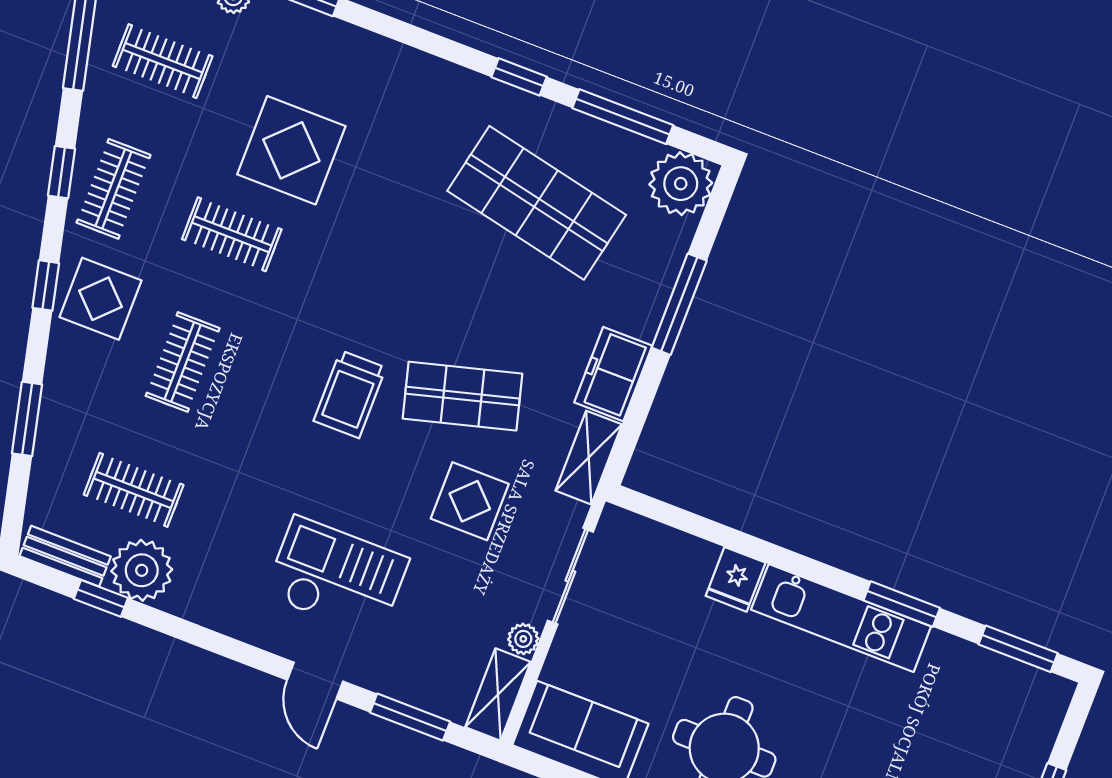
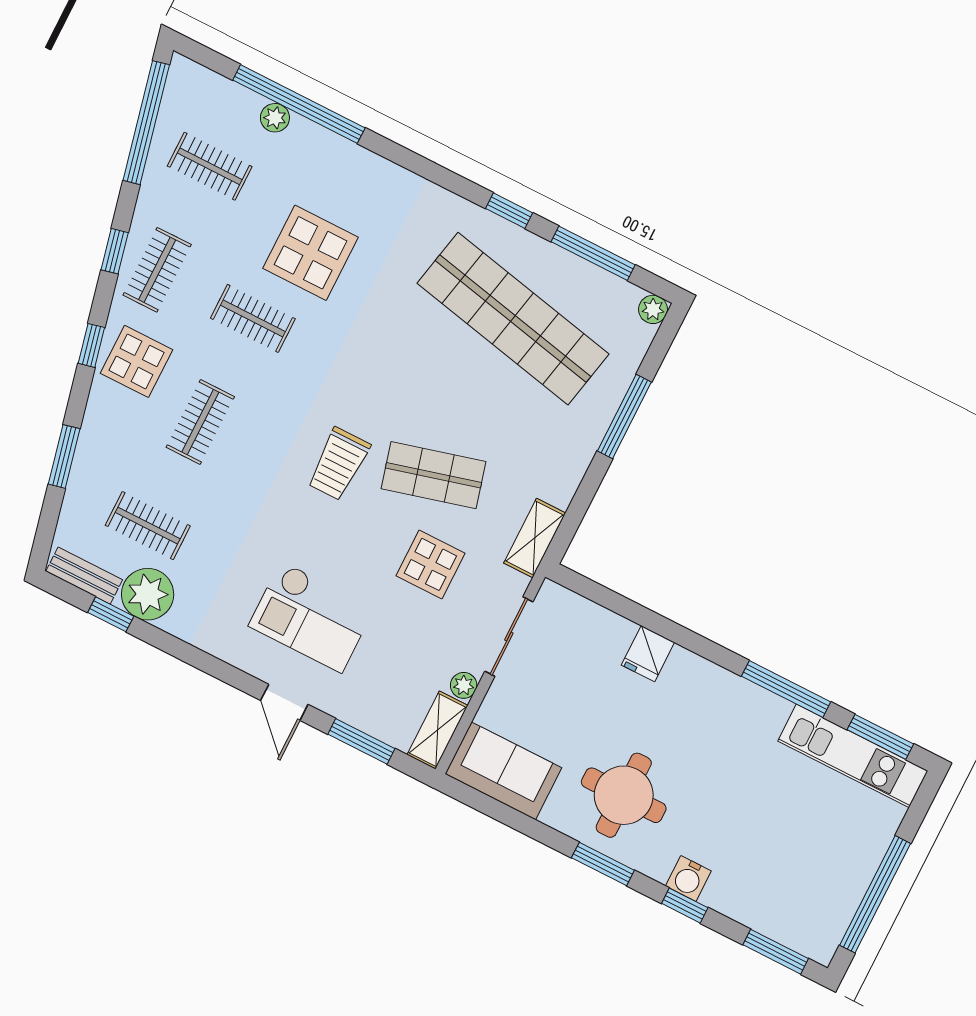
plant: (681, 184) -> (653, 309), width x0.53, depth x0.53
shop shelf: (537, 203) -> (513, 319), width x1.40
freezer: (613, 374) -> (563, 470), removed
checkout: (337, 577) -> (311, 617), turned 180
window: (902, 604) -> (786, 689), width x1.44
kitchen unit: (841, 618) -> (853, 756), moved

